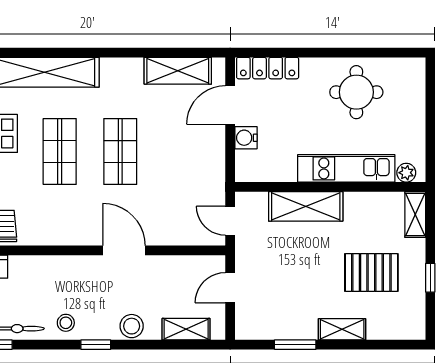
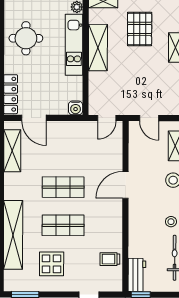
water cooler: (246, 138) -> (76, 108), moved
shelving: (306, 206) -> (98, 48), moved

